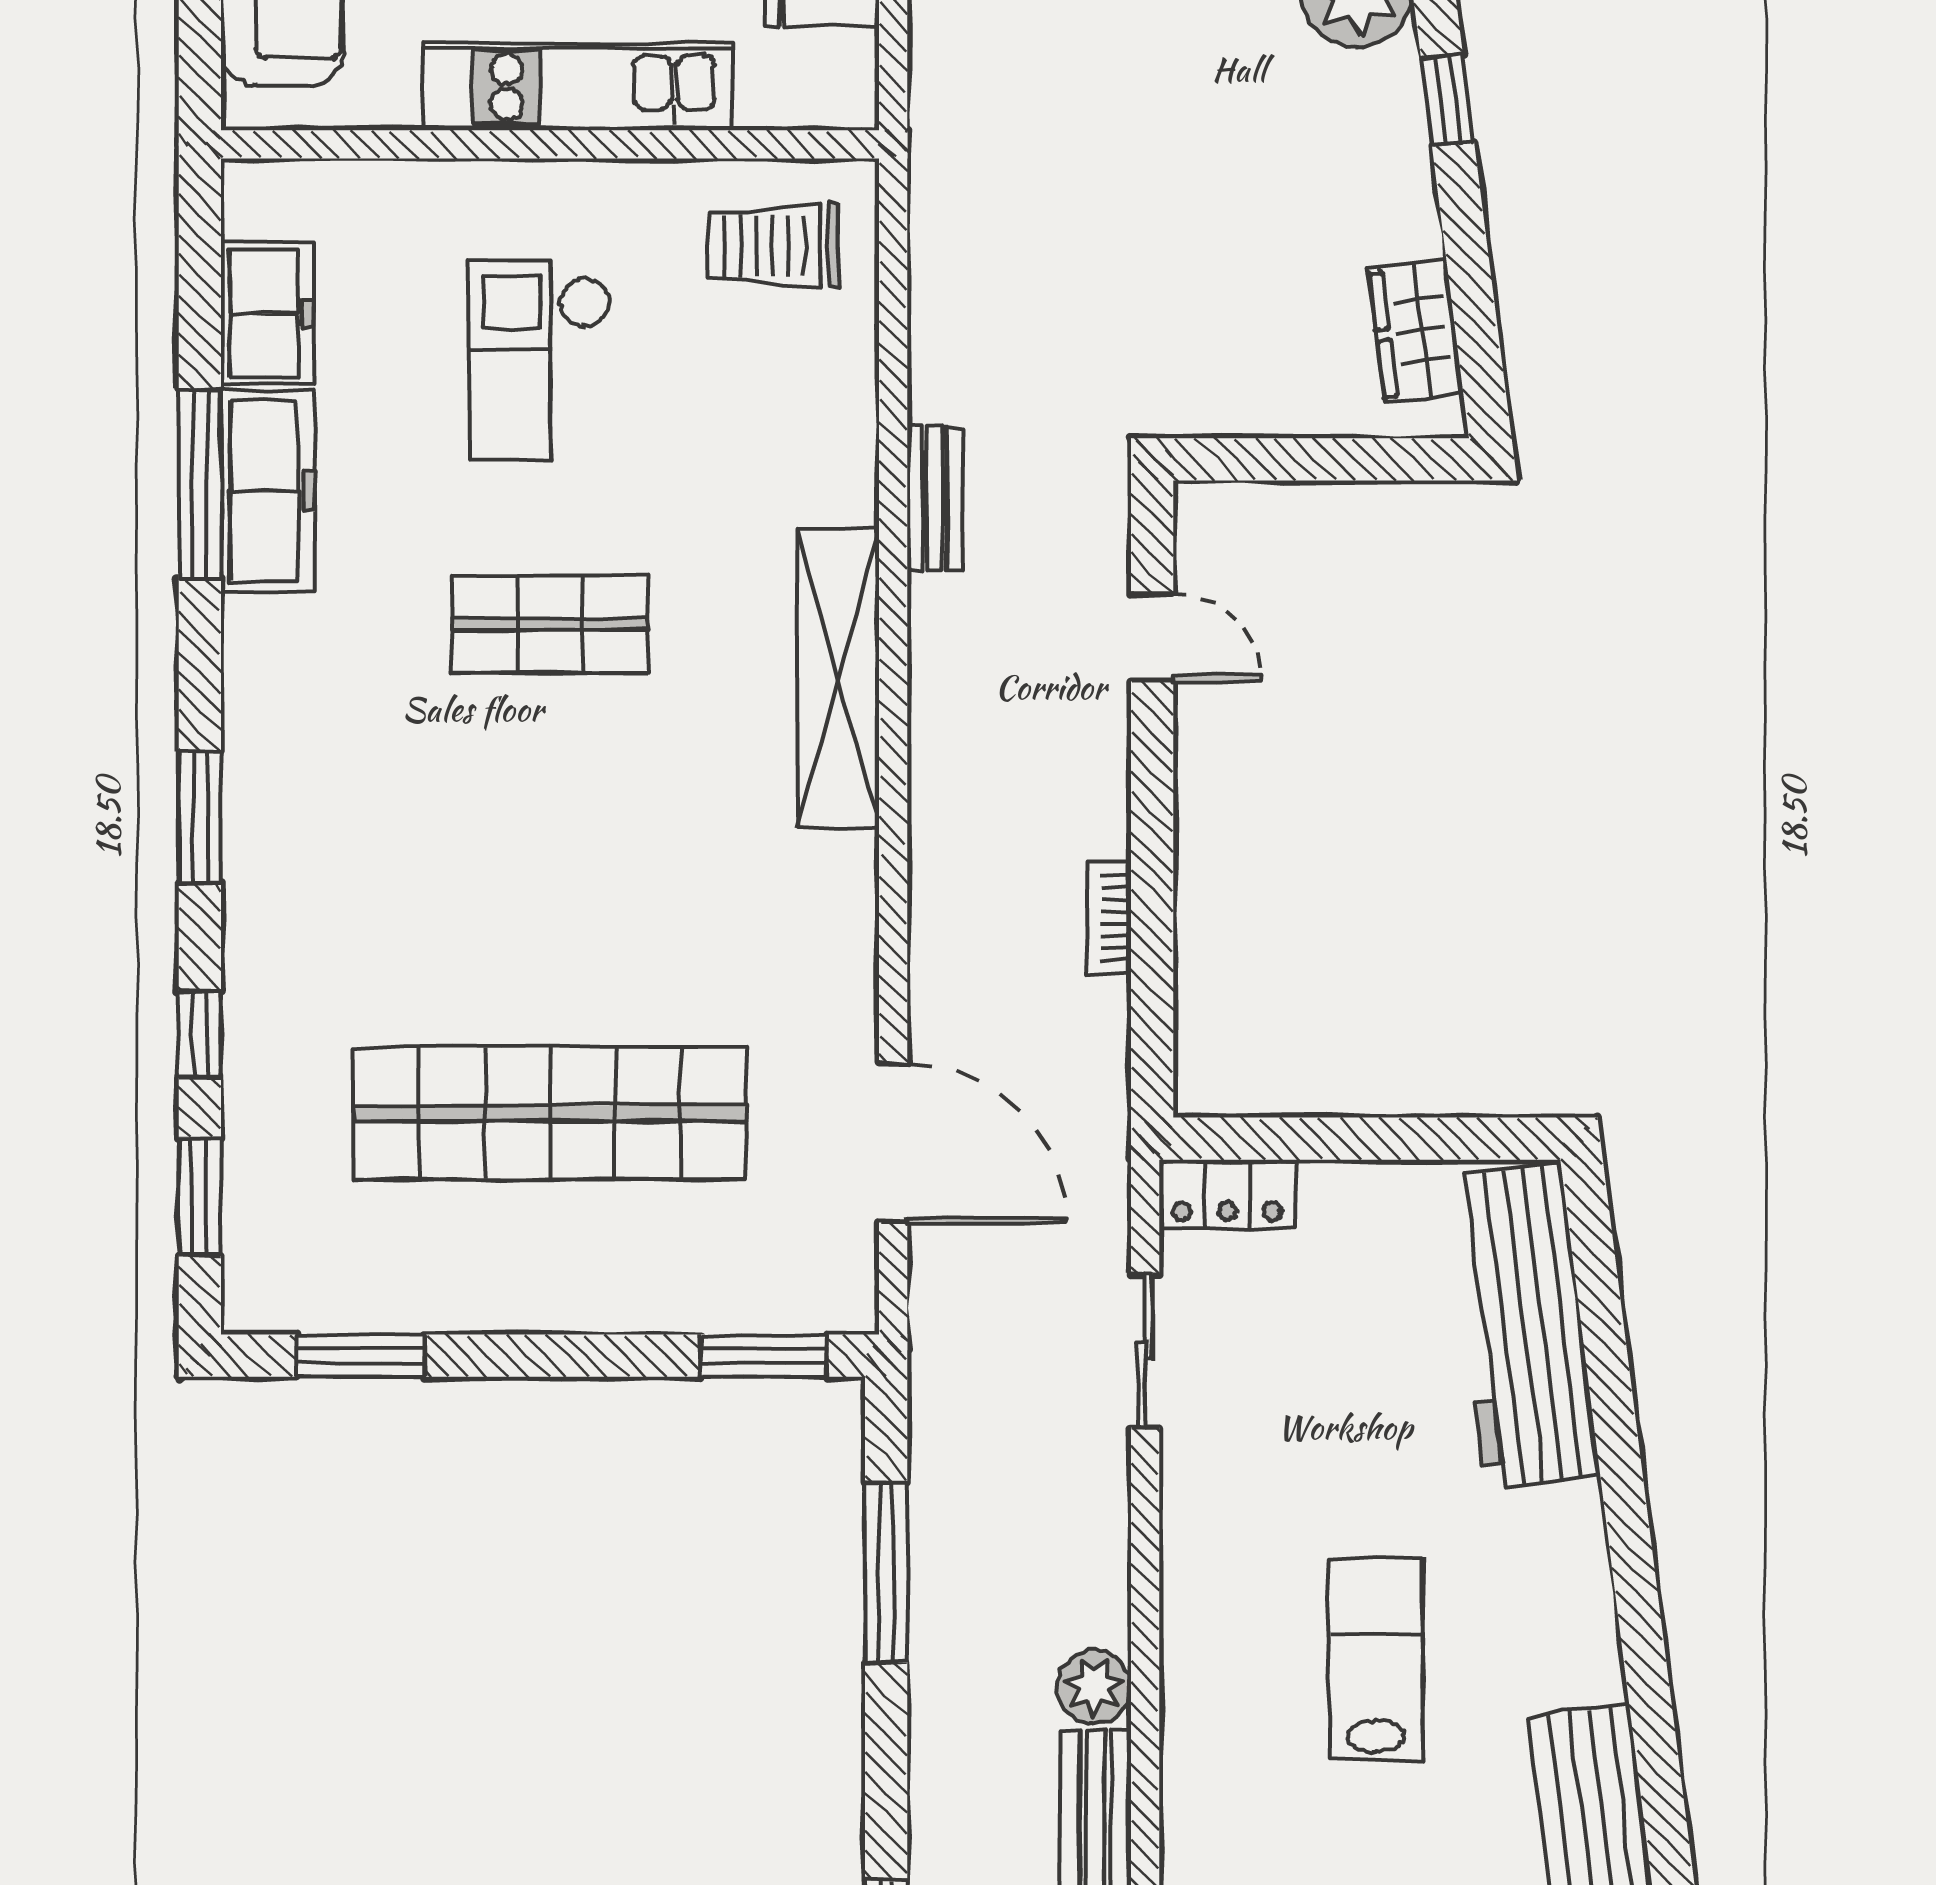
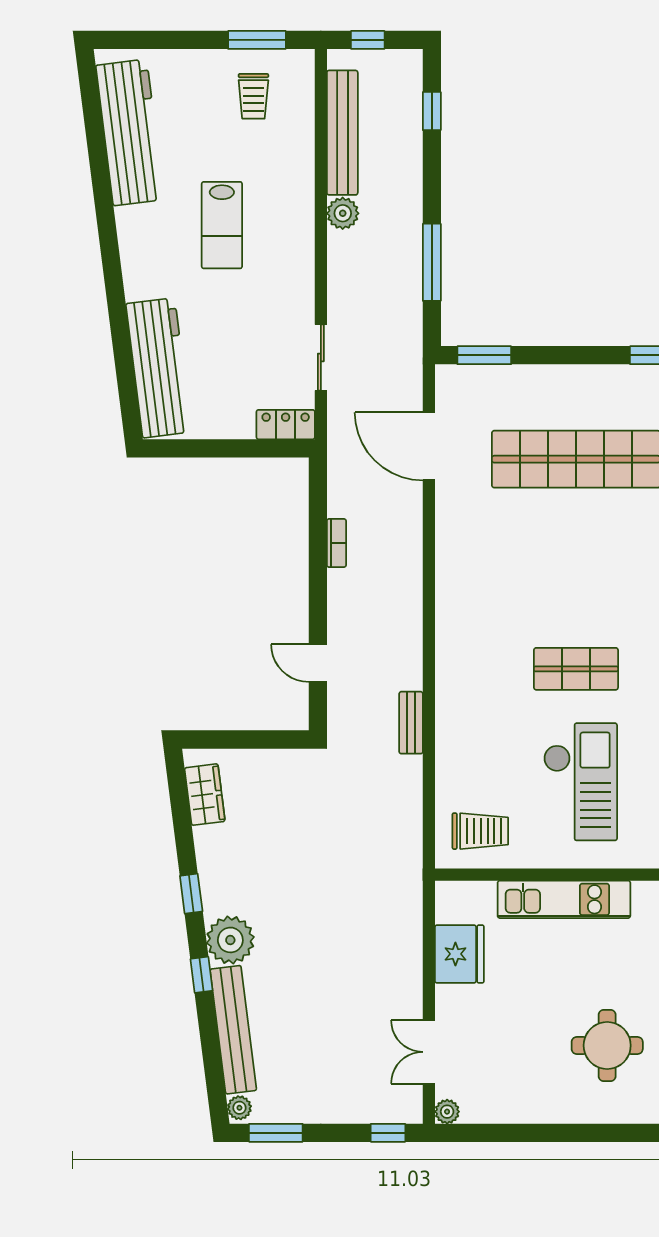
checkout: (540, 361) -> (580, 782), width x1.36, depth x1.21
shelving: (838, 679) -> (452, 646), removed

